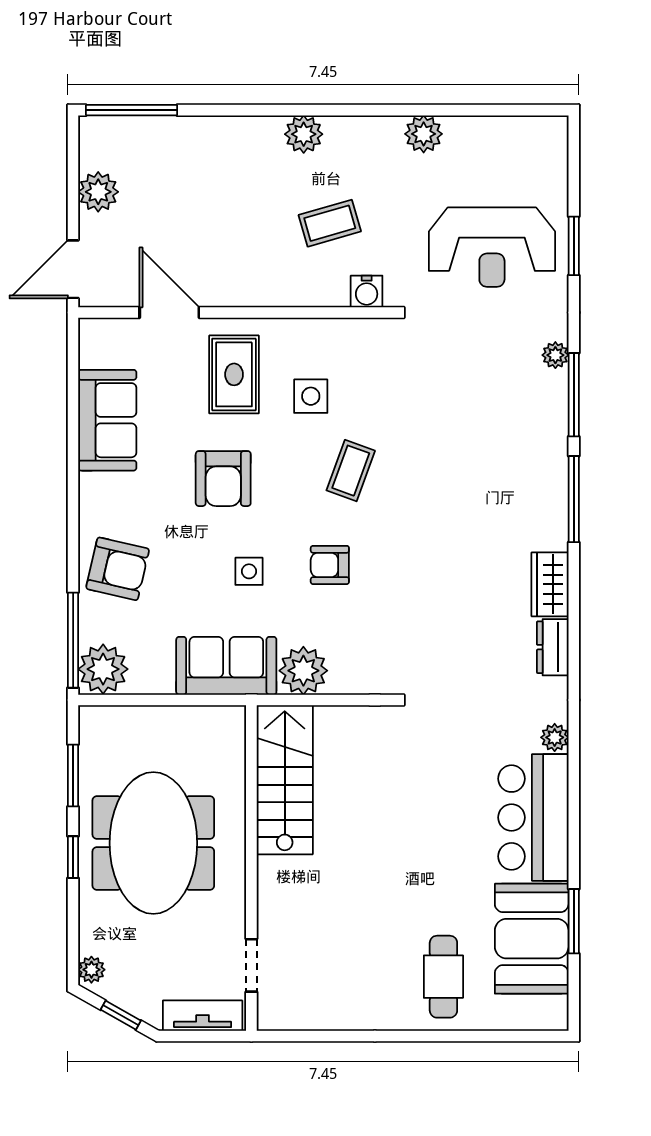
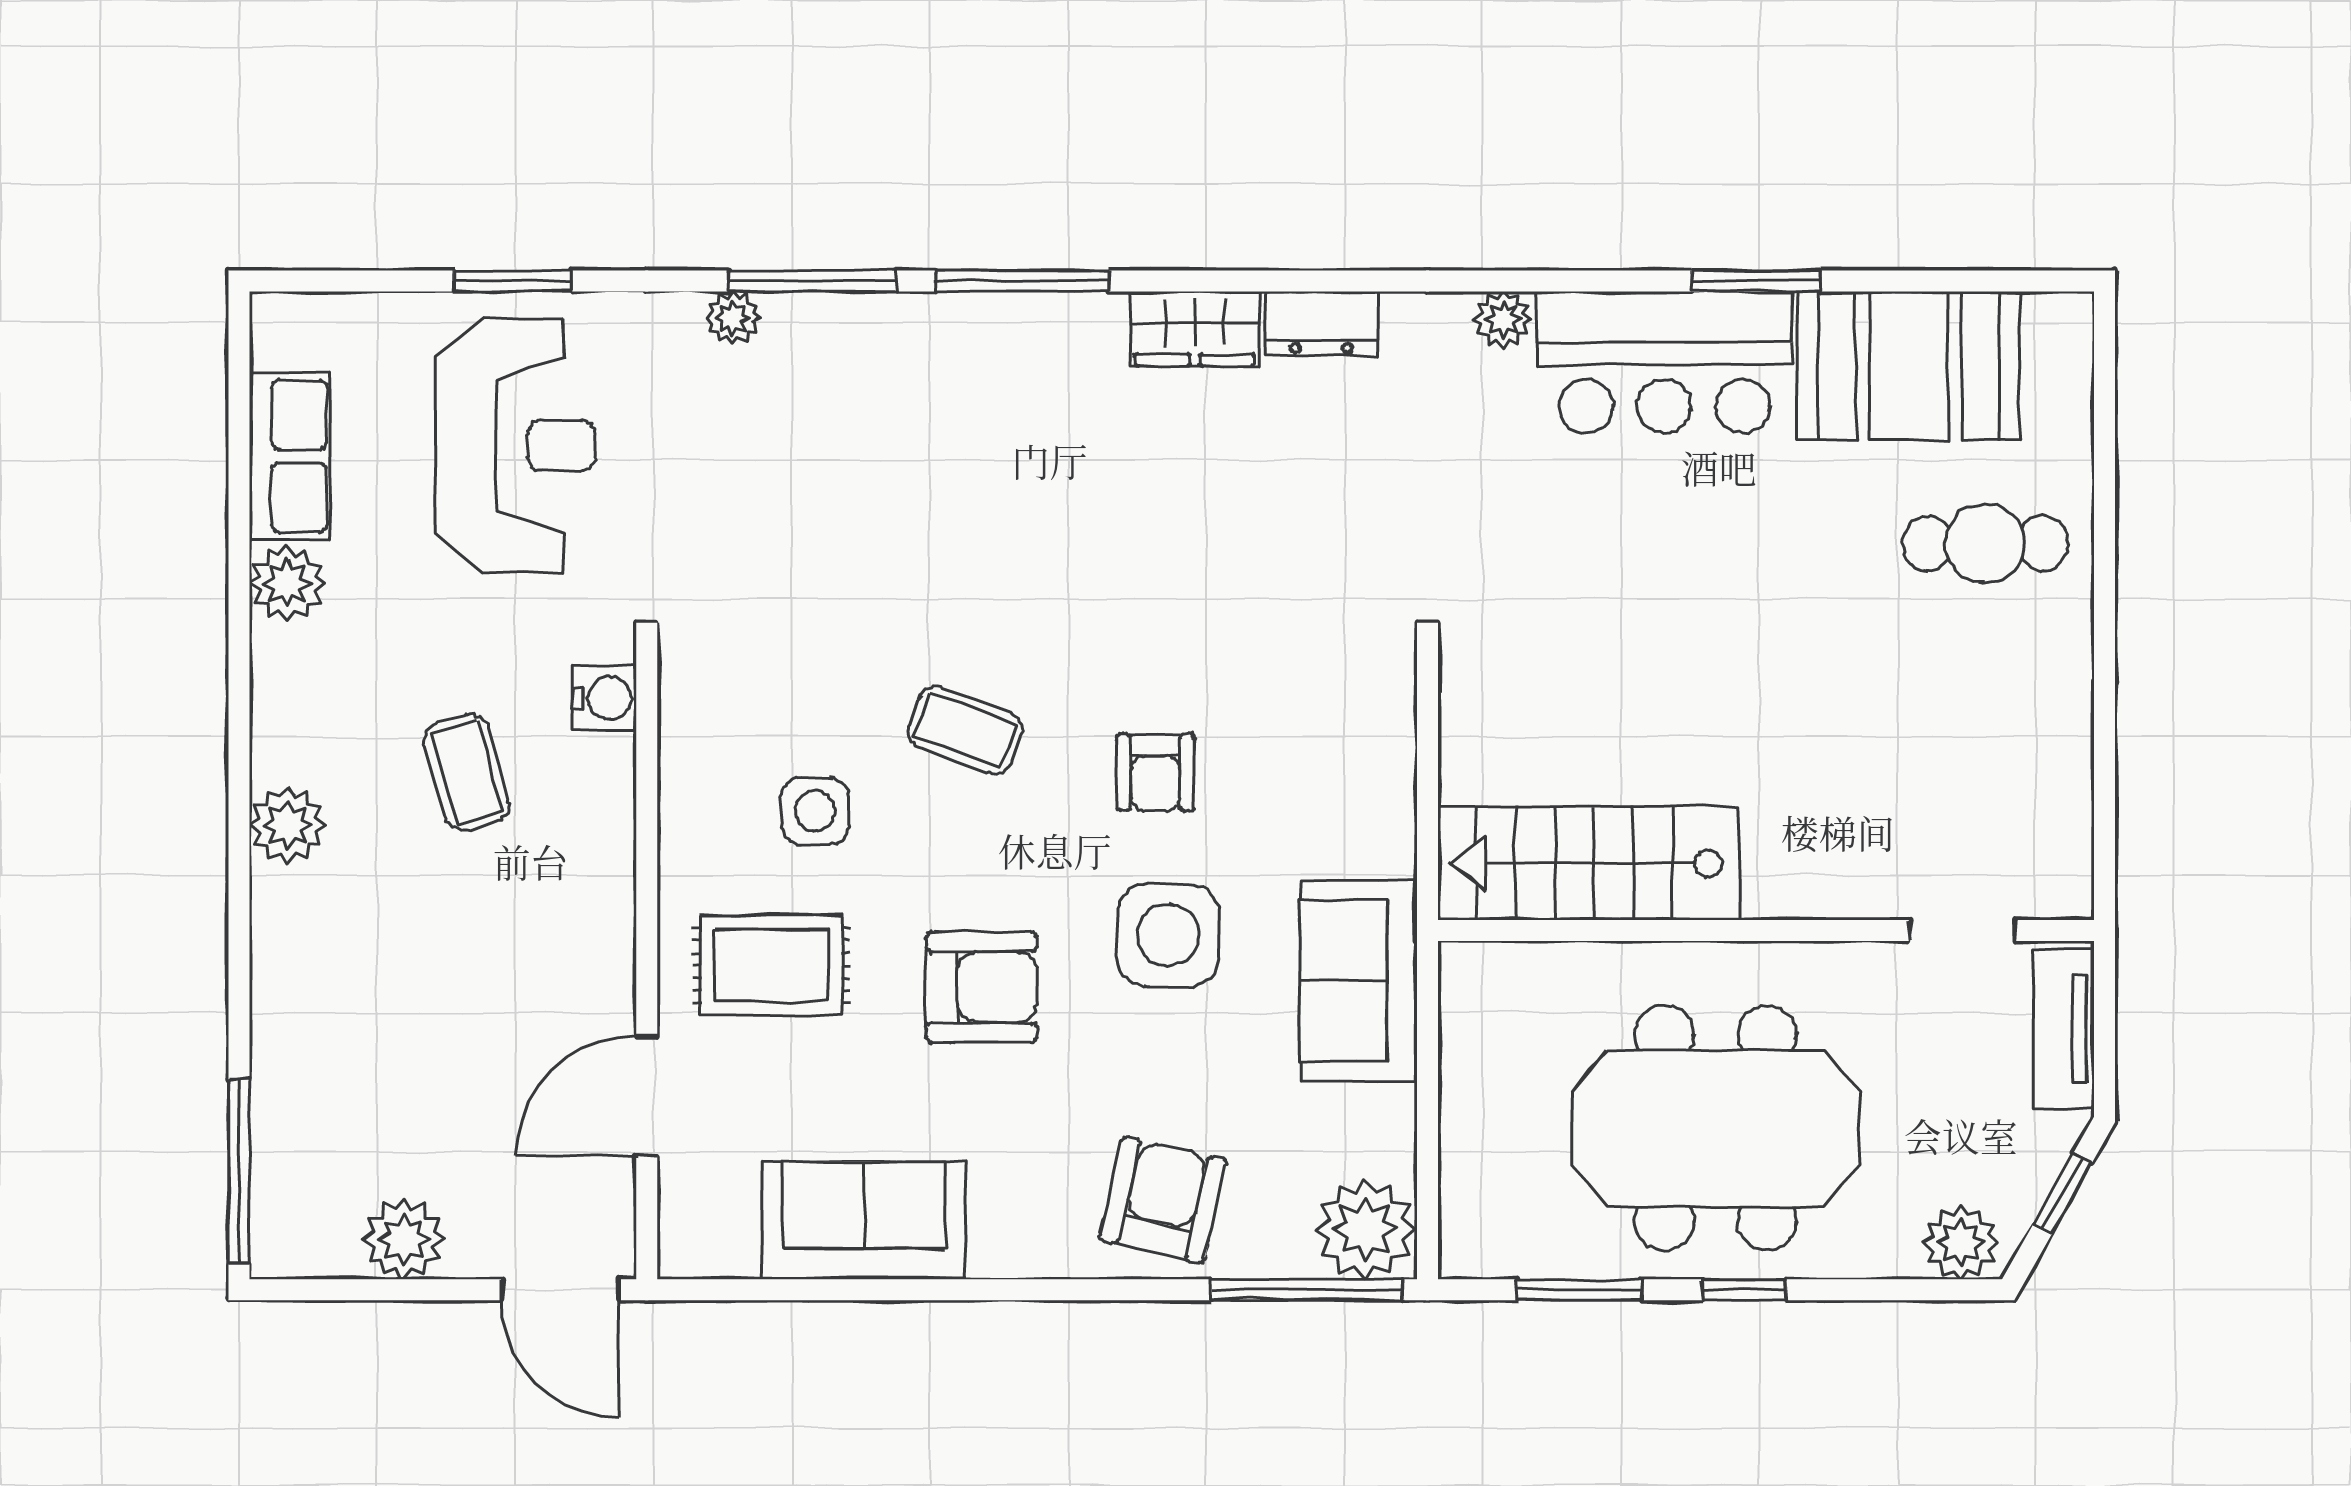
row of seats: (487, 135) -> (290, 456), added
side table: (249, 571) -> (1168, 935), width x1.87, depth x1.87
plant: (303, 671) -> (1369, 826), removed
window: (574, 921) -> (1756, 281), moved
plant: (91, 970) -> (1961, 1243), width x1.38, depth x1.38

